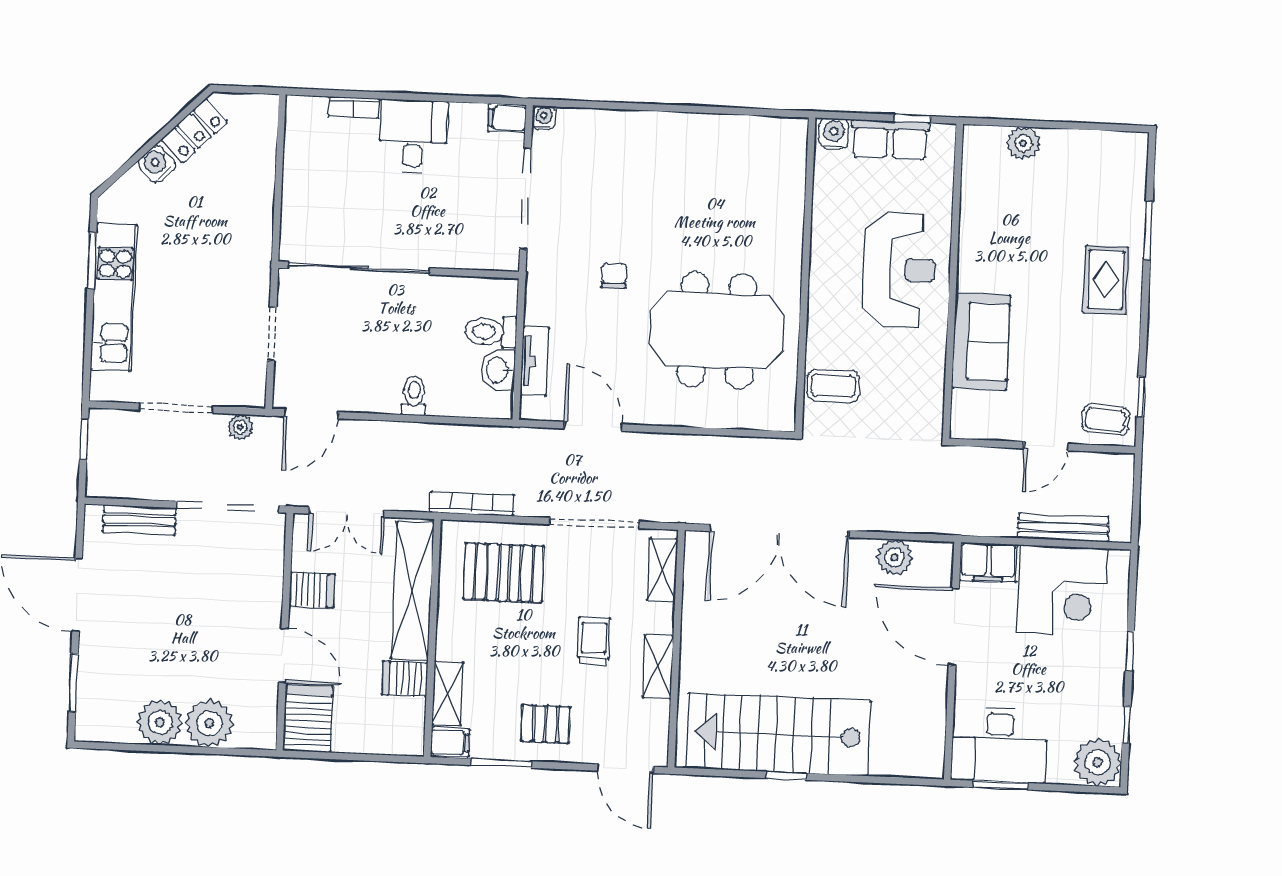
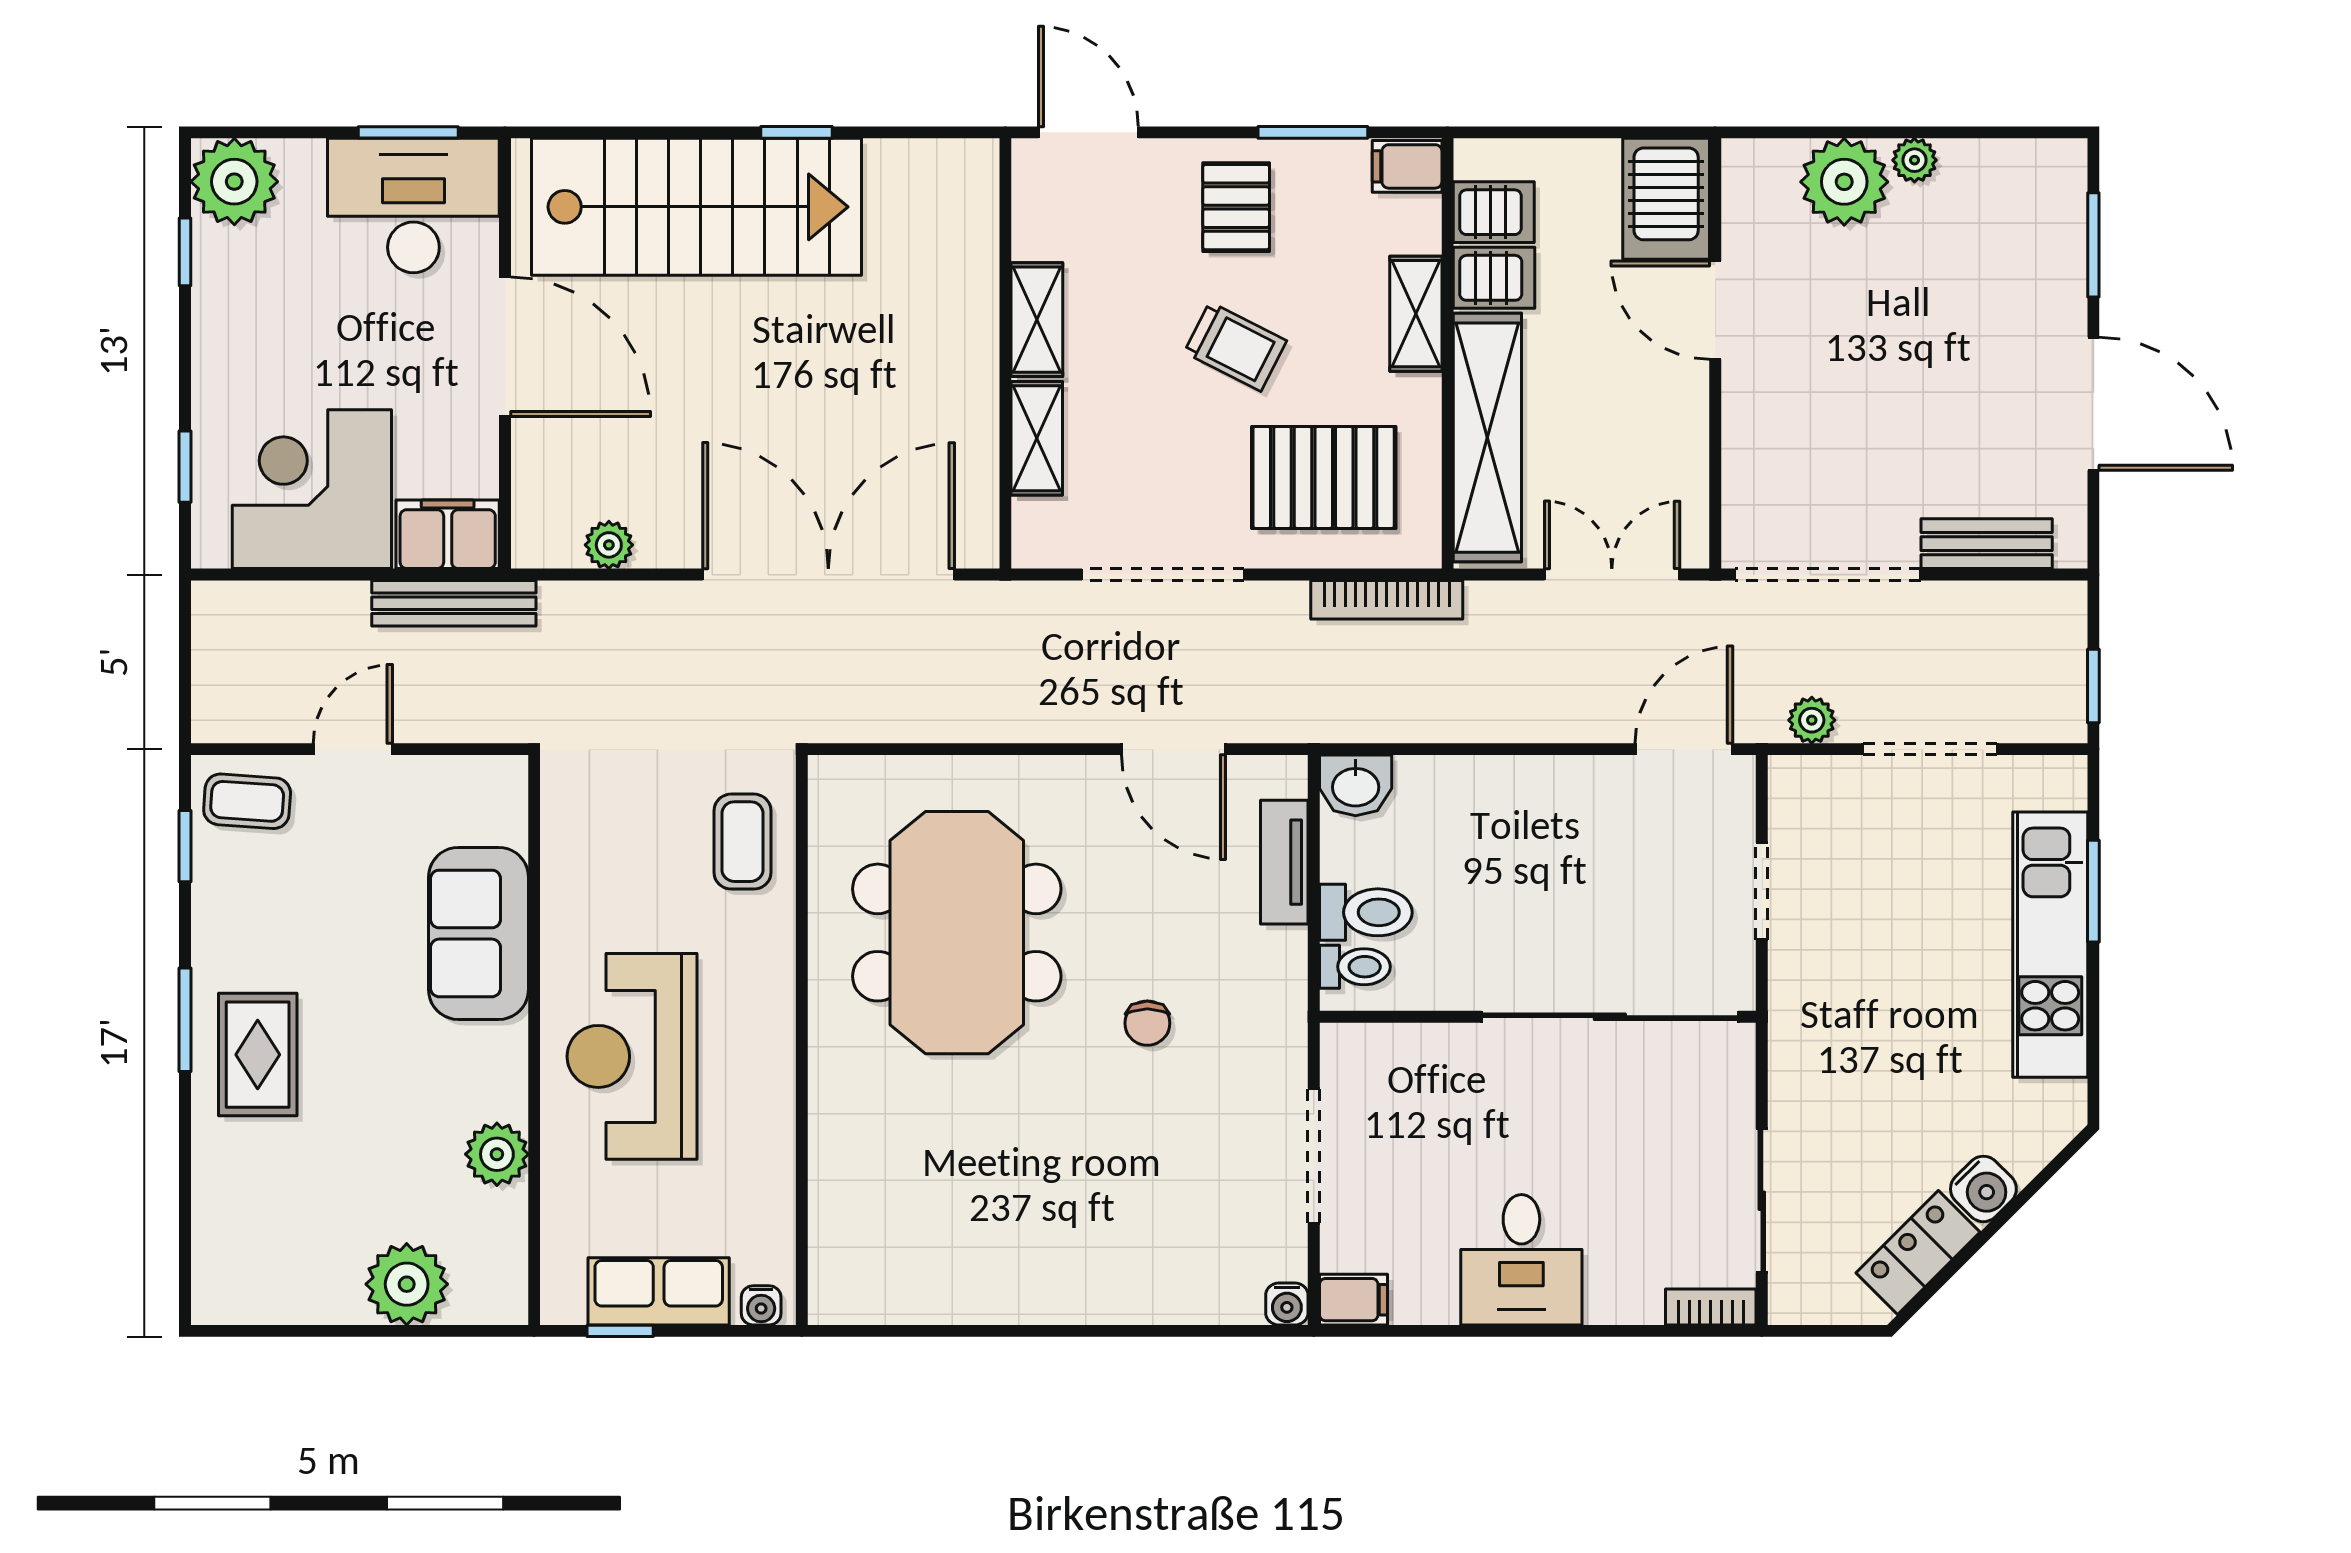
bookcase: (354, 107) -> (1711, 1307), moved
water cooler: (834, 134) -> (761, 1305), width x0.72, depth x0.72
plant: (1023, 143) -> (407, 1284), width x1.36, depth x1.36
sliding door: (279, 163) -> (1762, 1201), added
doorway: (525, 199) -> (1314, 1156), width x0.73
plant: (976, 219) -> (497, 1154), added
window: (1148, 230) -> (185, 1020), moved
window: (92, 261) -> (2093, 891), moved
meeting table: (717, 330) -> (957, 933), turned 90
washbasin: (498, 370) -> (1356, 785), moved, turned 90
coffee table: (833, 386) -> (743, 842), turned 90
toilet: (414, 396) -> (1355, 967), moved, turned -90
bench: (1063, 527) -> (454, 603), moved
plant: (895, 557) -> (609, 545), width x0.73, depth x0.73
shelving: (662, 570) -> (1037, 438), moved
server rack: (312, 590) -> (1494, 212), moved, turned 180
door: (954, 627) -> (505, 347), moved
trolley: (594, 641) -> (1235, 347), moved, turned -63
window: (1130, 651) -> (185, 467), moved
shelving: (447, 693) -> (1416, 314), moved
plant: (160, 722) -> (1914, 160), width x0.53, depth x0.53
pallet: (545, 724) -> (1236, 207), turned 90
stairs: (778, 734) -> (697, 207), moved

